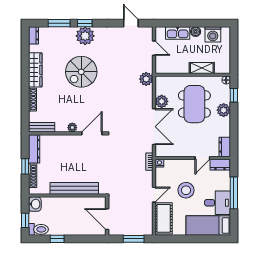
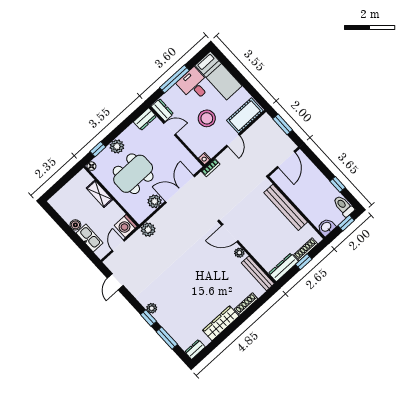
washing machine: (213, 34) -> (126, 226), moved, turned 180
plant: (85, 36) -> (152, 308), width x0.53, depth x0.53
spiral stairs: (81, 72) -> (189, 286), removed
bench: (42, 127) -> (258, 273), width x1.36
door: (154, 195) -> (233, 140), swing flipped

